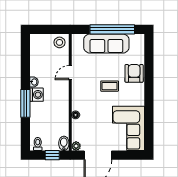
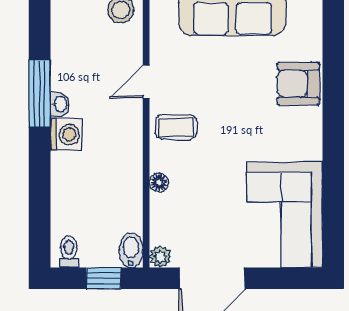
armchair: (134, 73) -> (298, 84), turned -90
coffee table: (110, 86) -> (176, 127), moved
window: (25, 103) -> (40, 94), moved

